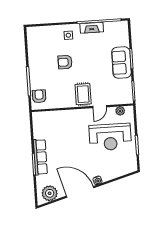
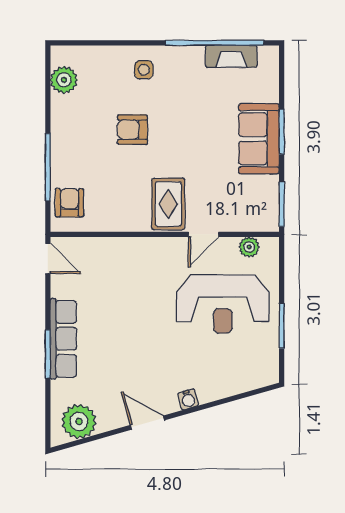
fireplace: (92, 28) -> (231, 56), moved
plant: (33, 42) -> (64, 80), added
door: (31, 122) -> (48, 258), added
door: (80, 192) -> (147, 423), width x0.53

